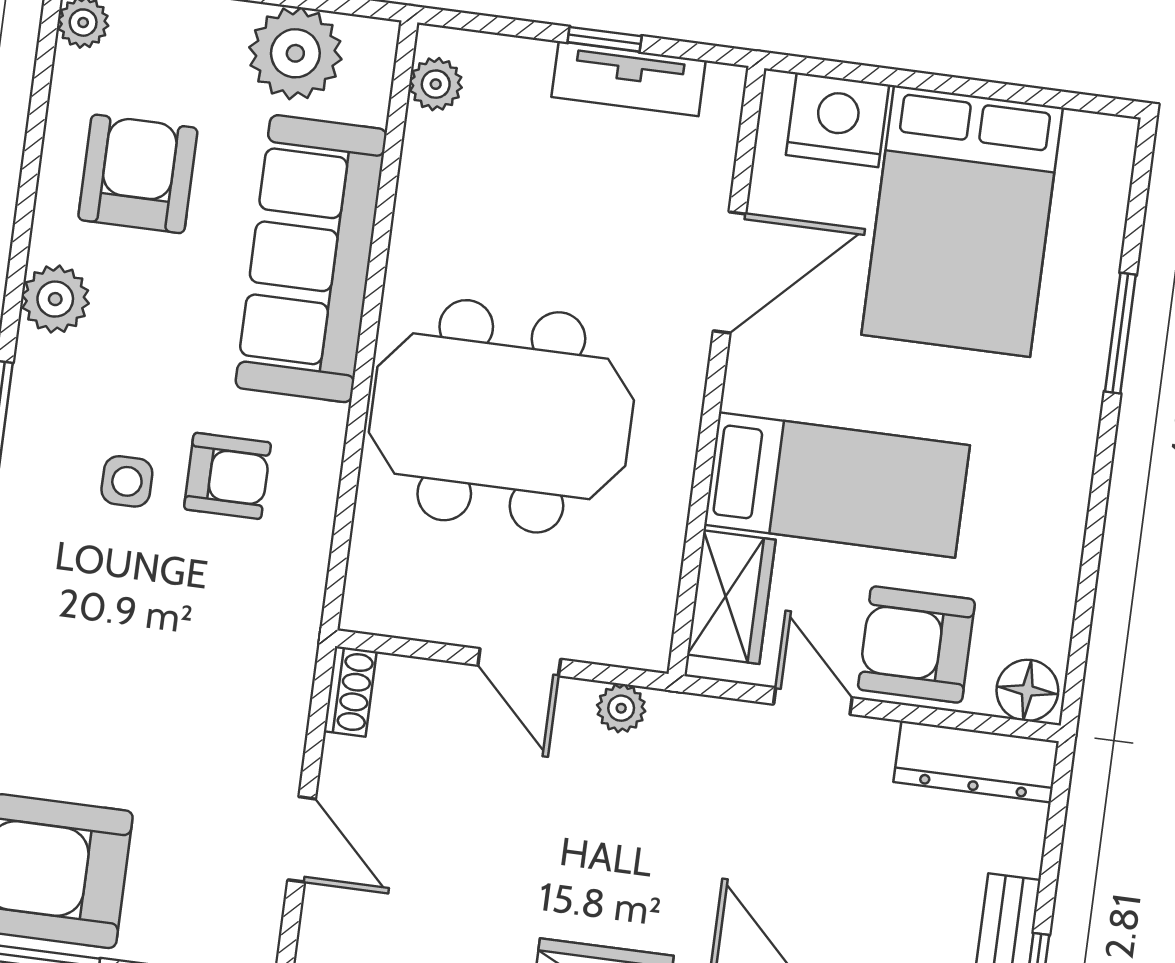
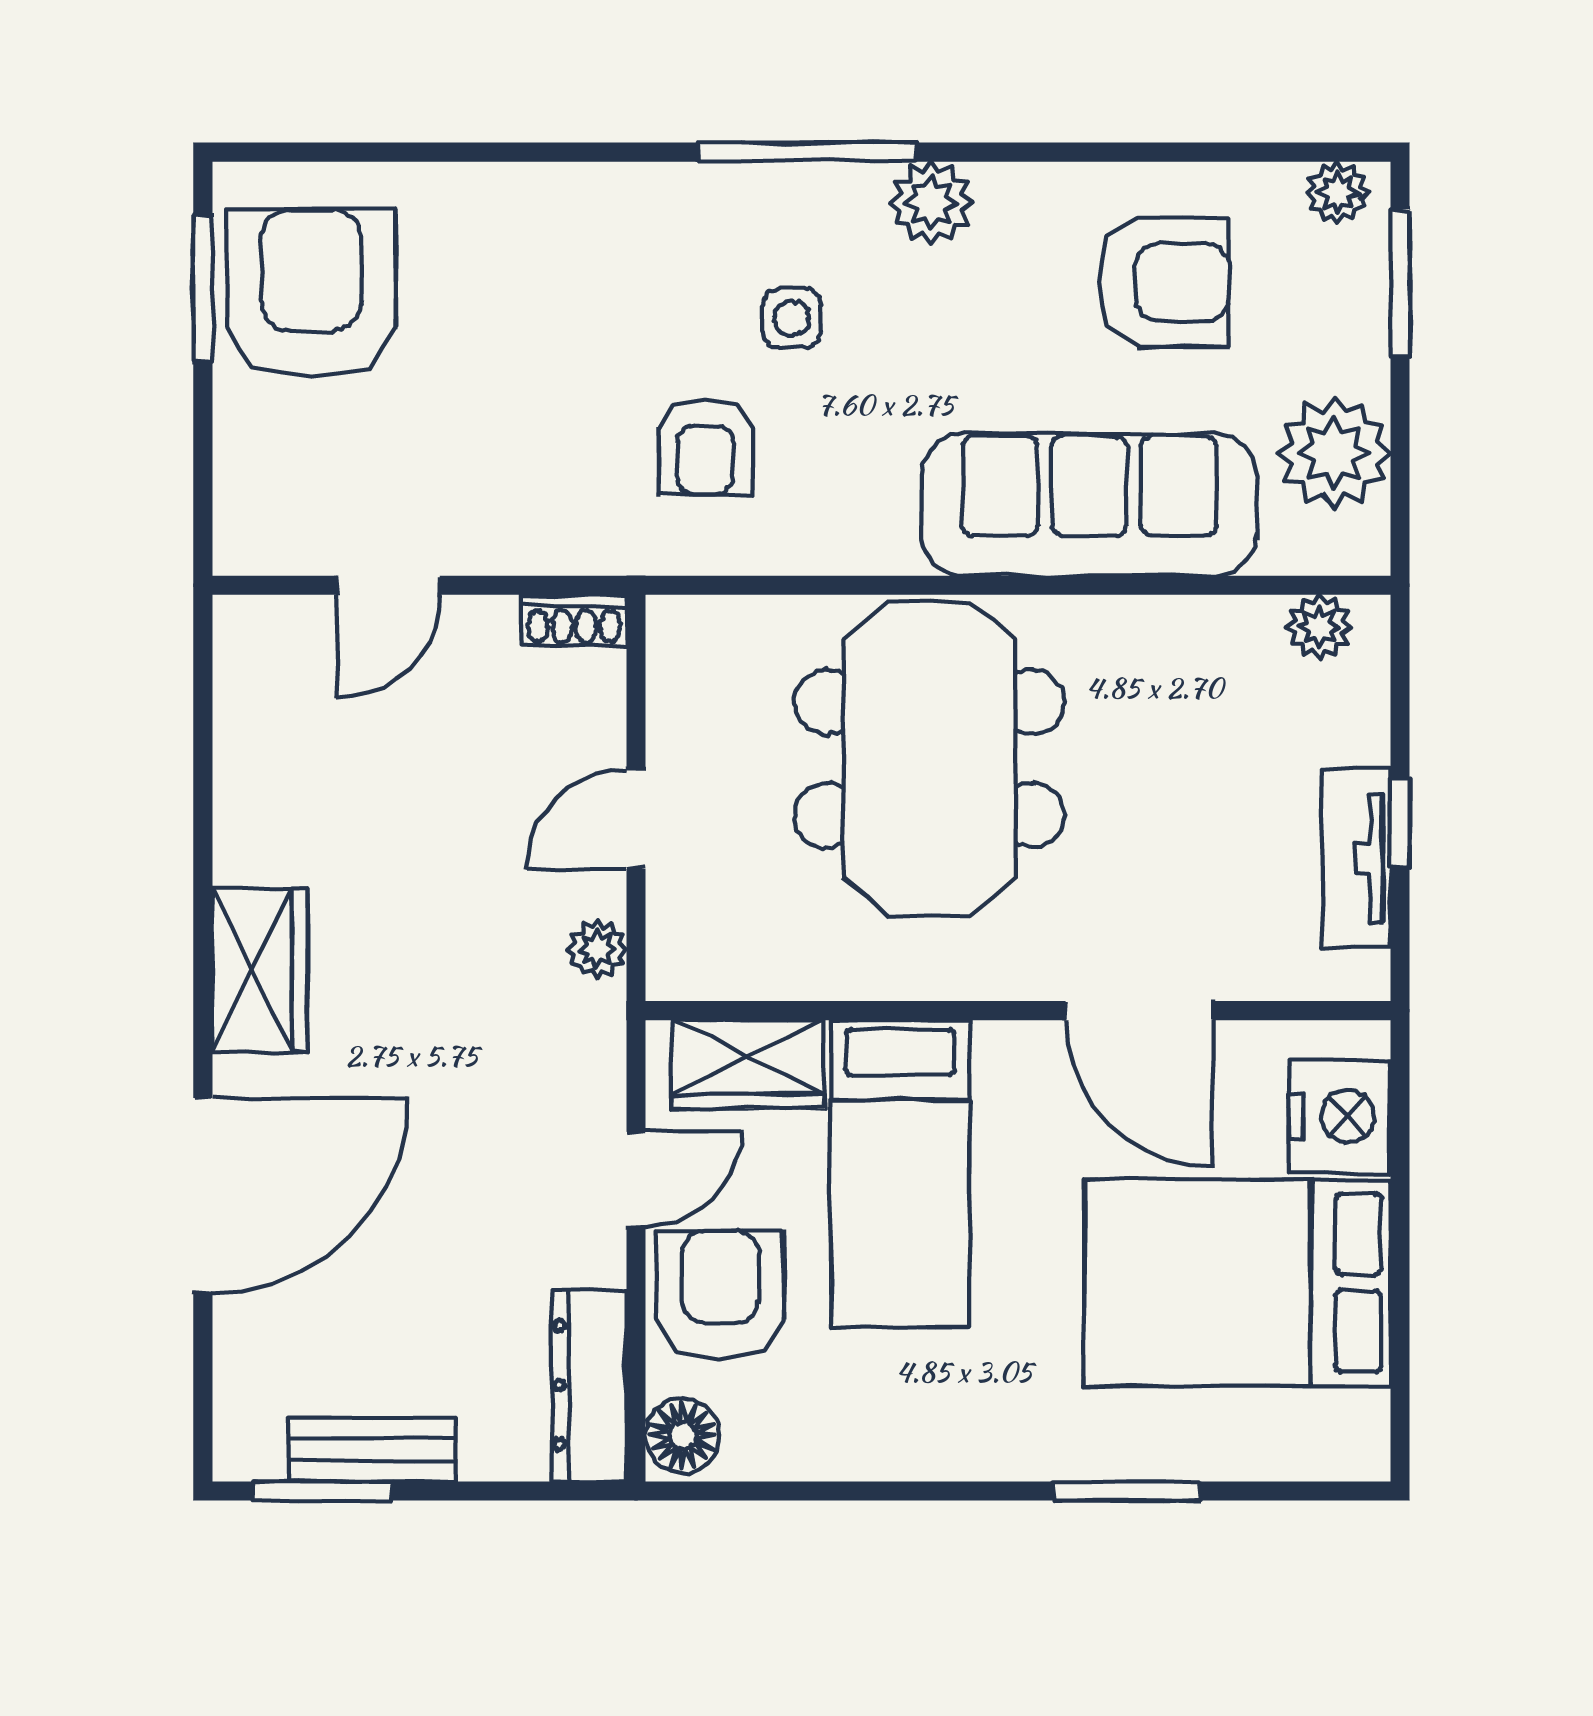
plant: (55, 299) -> (931, 203), moved
armchair: (227, 476) -> (705, 447), moved

